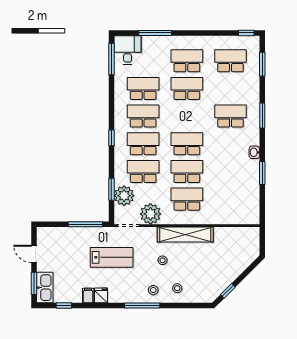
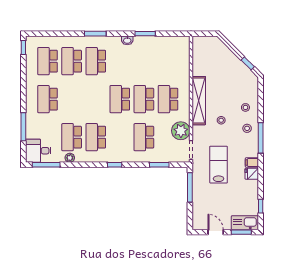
window: (262, 64) -> (51, 34), removed
school desk: (187, 88) -> (72, 61), moved
school desk: (143, 144) -> (120, 137), removed
plant: (124, 196) -> (70, 158), moved, width x0.53, depth x0.53
door: (34, 254) -> (216, 232), swing flipped
filing cabinet: (88, 296) -> (252, 162), moved

